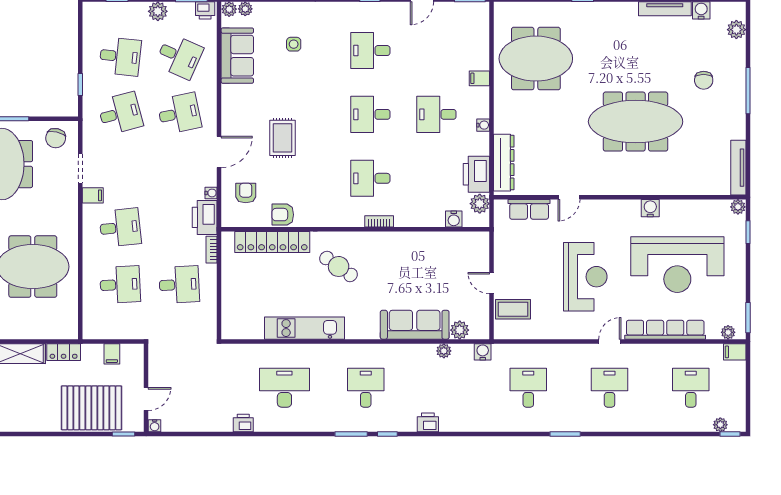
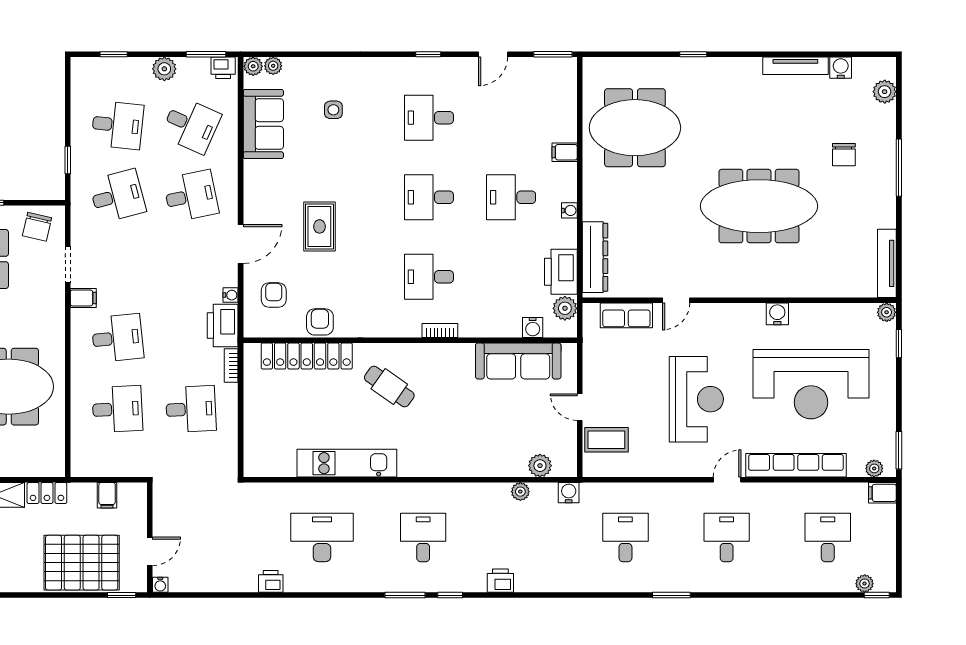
armchair: (283, 215) -> (320, 322), turned 90
sofa: (415, 325) -> (518, 361), moved, turned 180

